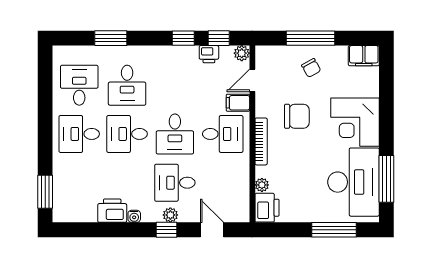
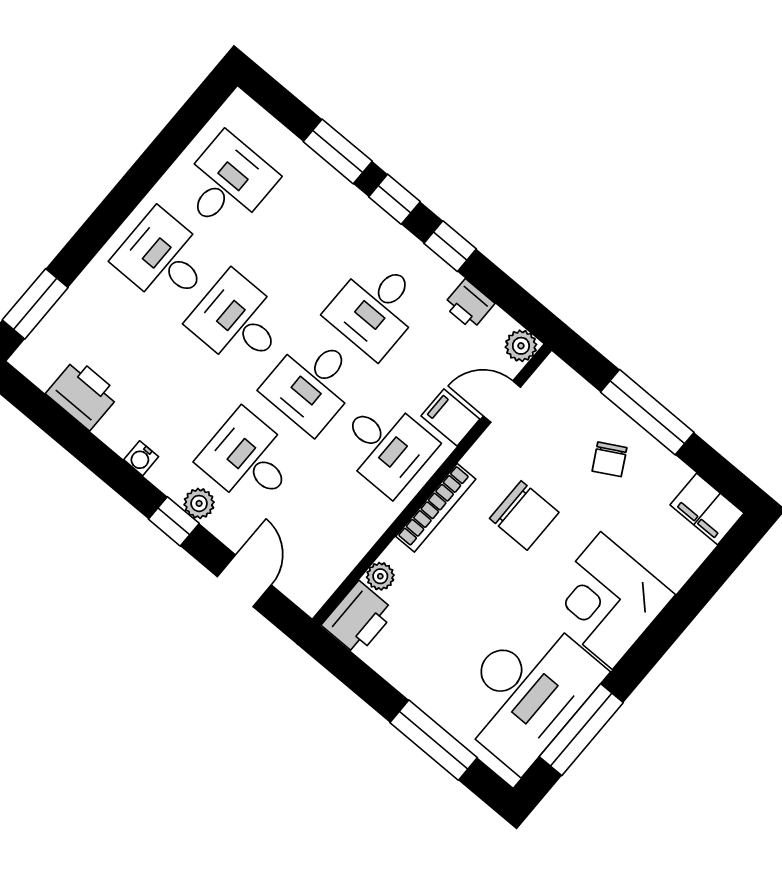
window: (219, 38) -> (394, 199), moved
desk: (127, 85) -> (376, 308), moved
printer: (112, 211) -> (83, 394), moved

